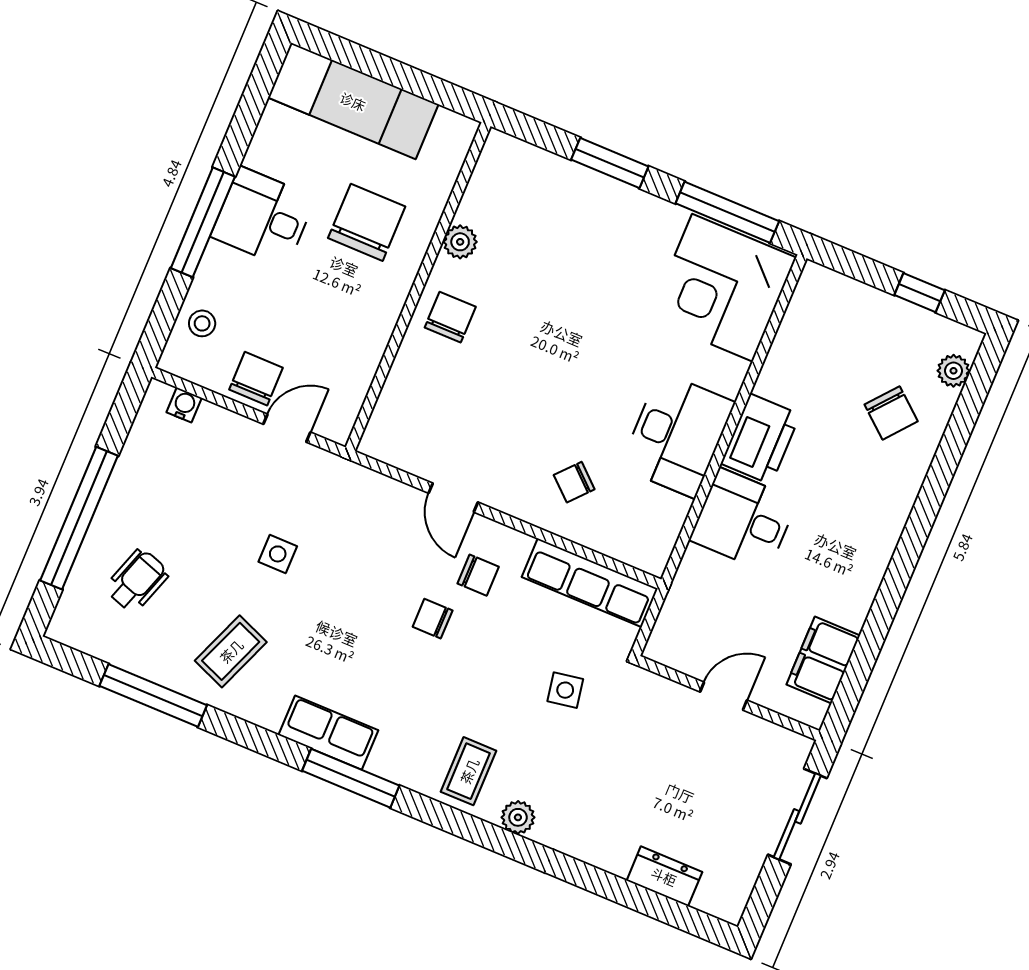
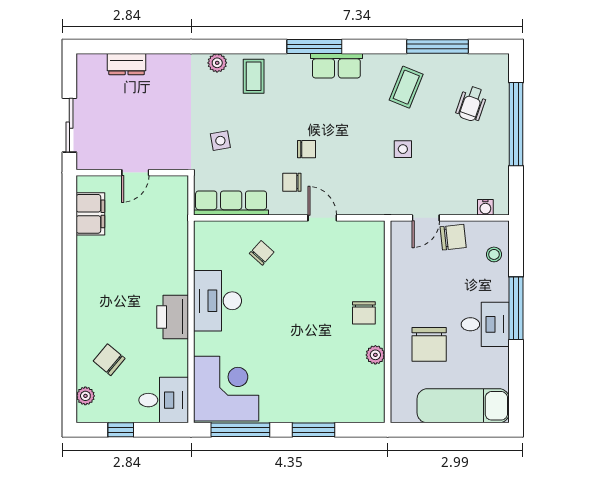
chair: (256, 379) -> (453, 237), turned -96
desk: (743, 520) -> (164, 400), moved

